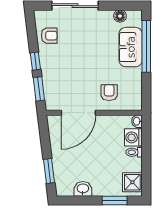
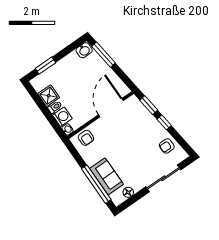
armchair: (109, 93) -> (86, 138), moved
window: (49, 171) -> (103, 55), width x1.44
shower: (132, 182) -> (49, 96), moved
washbasin: (83, 189) -> (84, 50), moved

